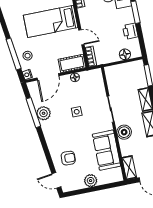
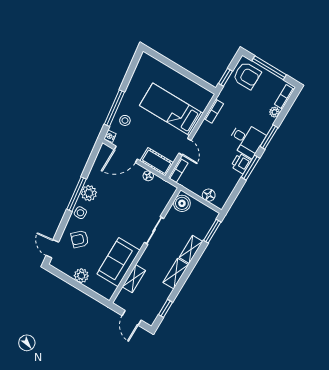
printer: (130, 31) -> (241, 164), moved
side table: (77, 112) -> (80, 213), moved
window: (33, 113) -> (76, 194), moved
plant: (44, 113) -> (89, 193), moved
boiler: (124, 132) -> (182, 203), moved
armchair: (68, 158) -> (80, 239), turned 133
shelving: (129, 168) -> (134, 279), moved

